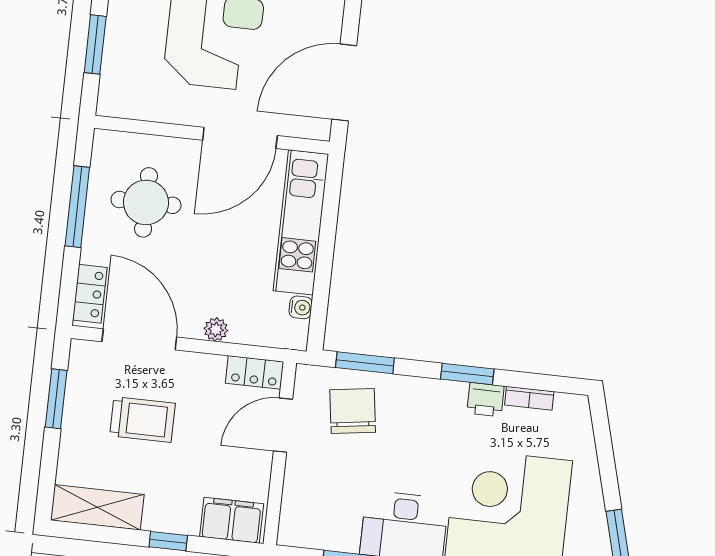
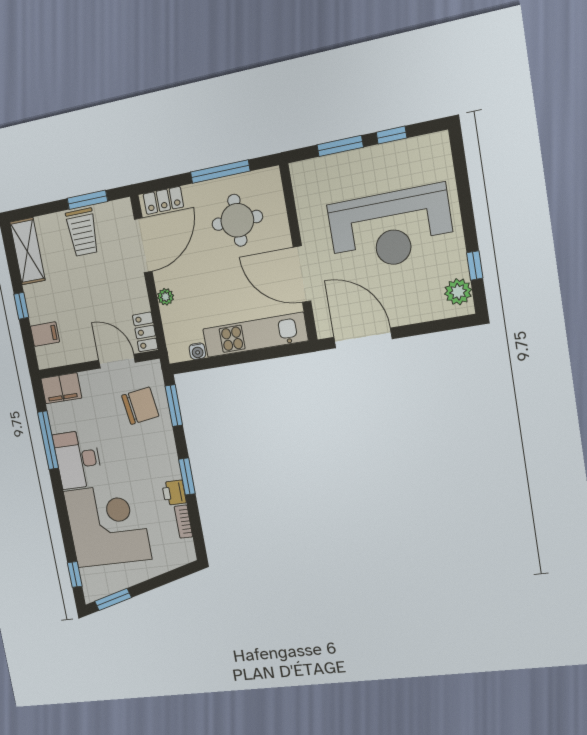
trolley: (143, 419) -> (82, 232), moved
filing cabinet: (298, 519) -> (61, 388), added
filing cabinet: (232, 520) -> (45, 334), width x0.50

